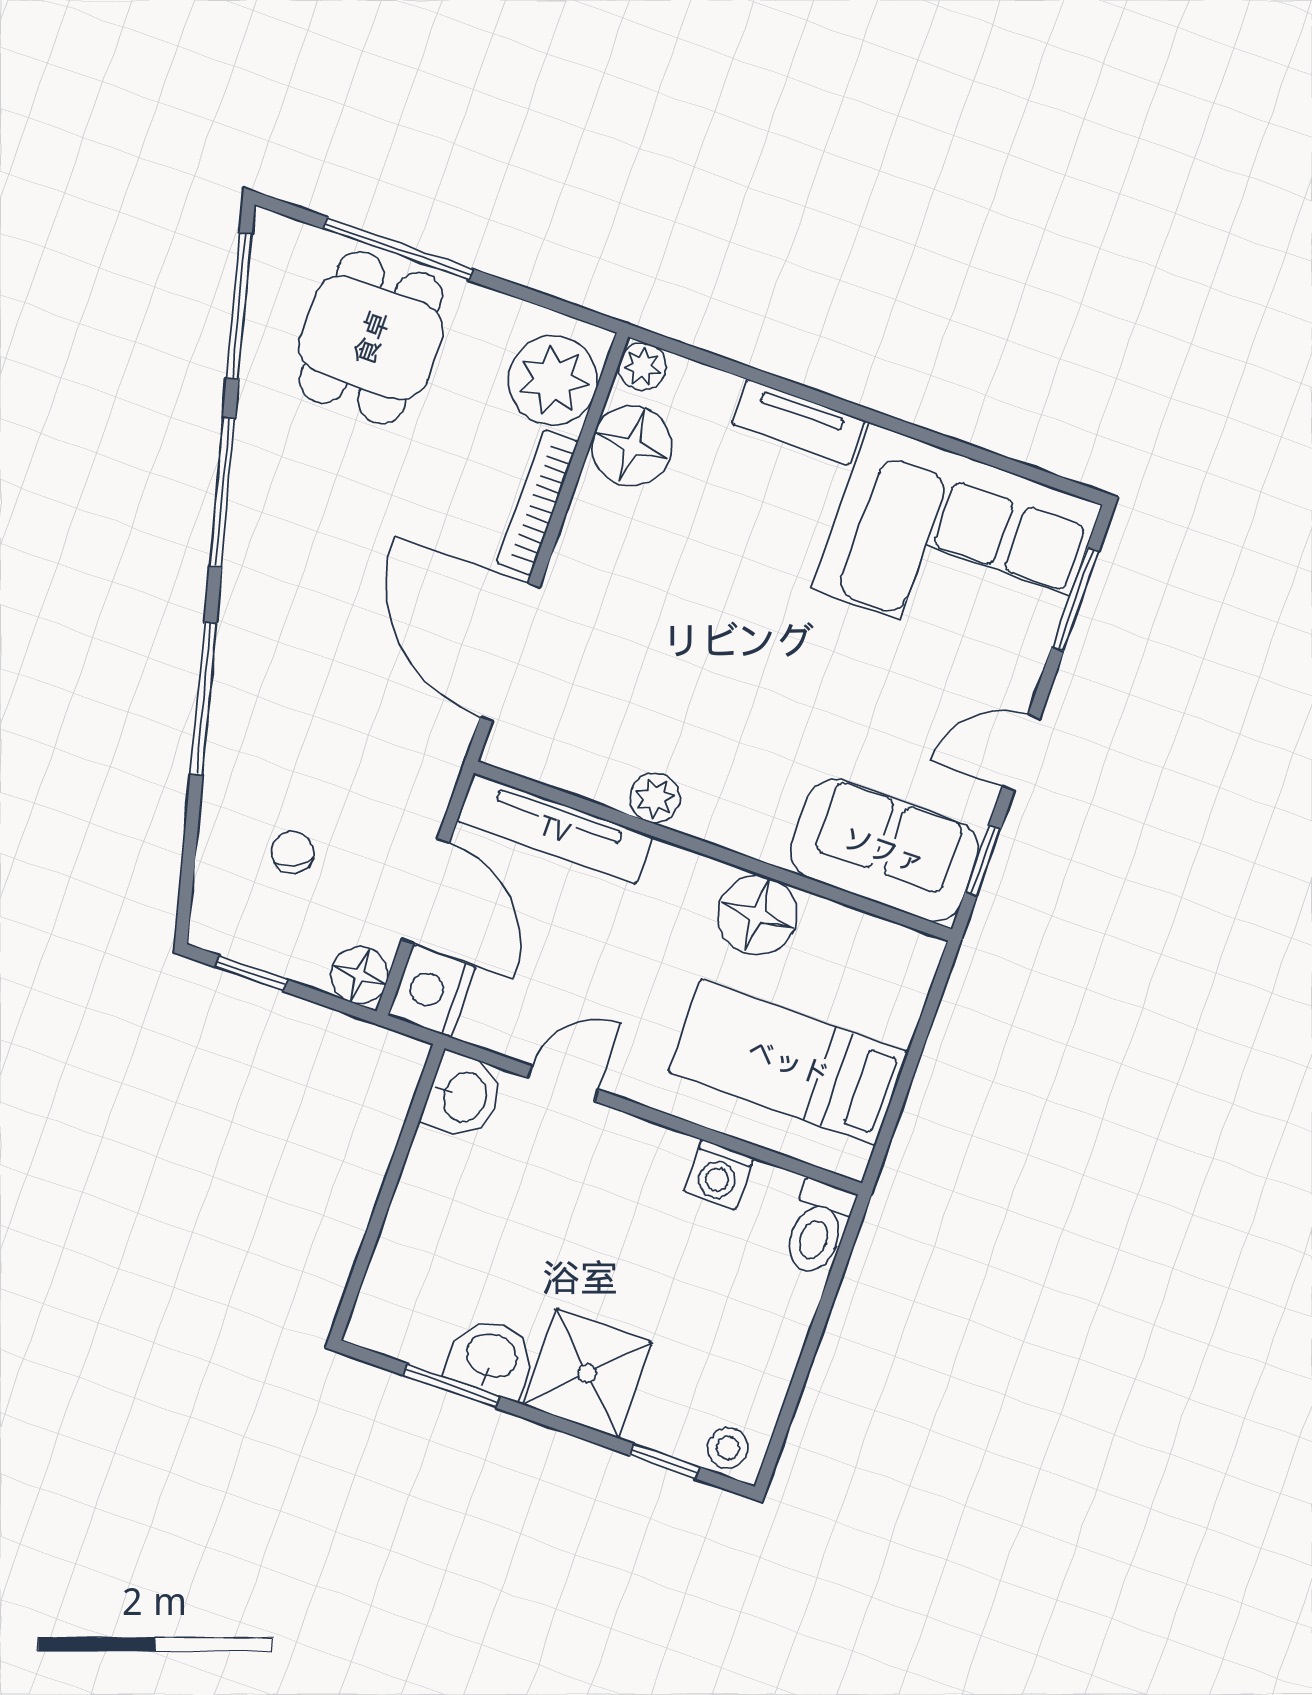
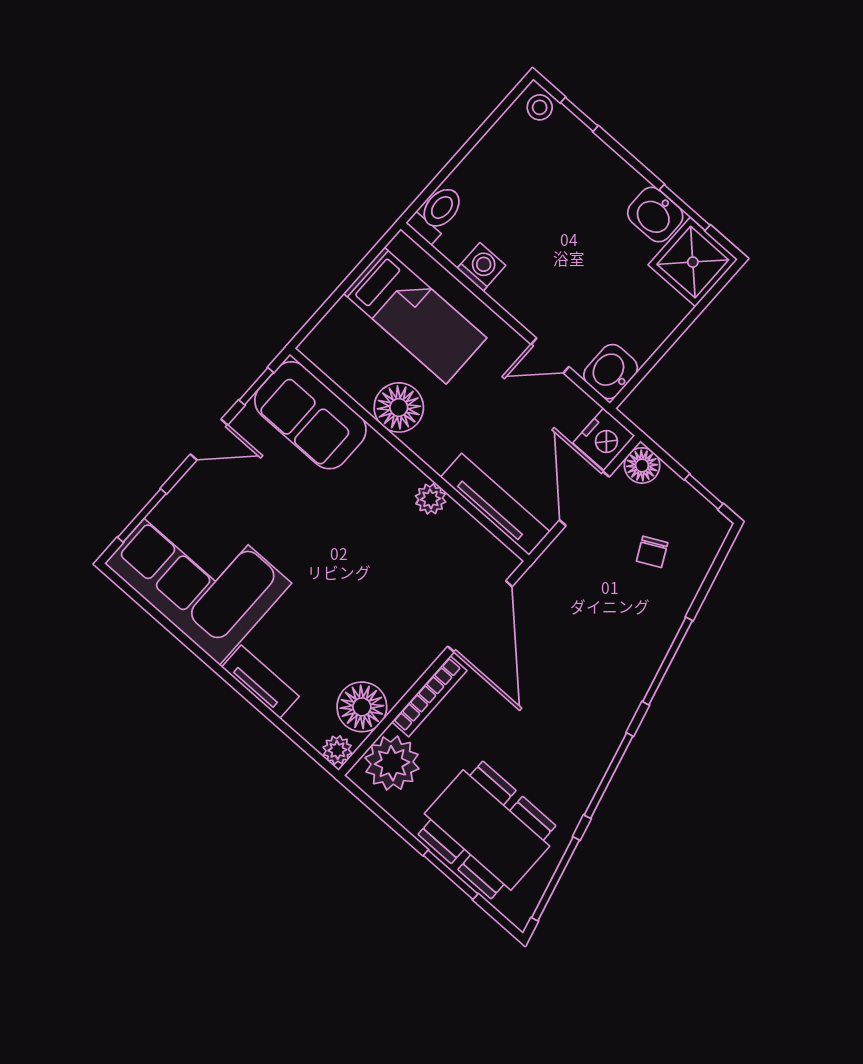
window: (398, 249) -> (451, 875), width x0.69
dining table: (371, 338) -> (487, 830), width x1.38
shower: (587, 1373) -> (693, 262), moved

